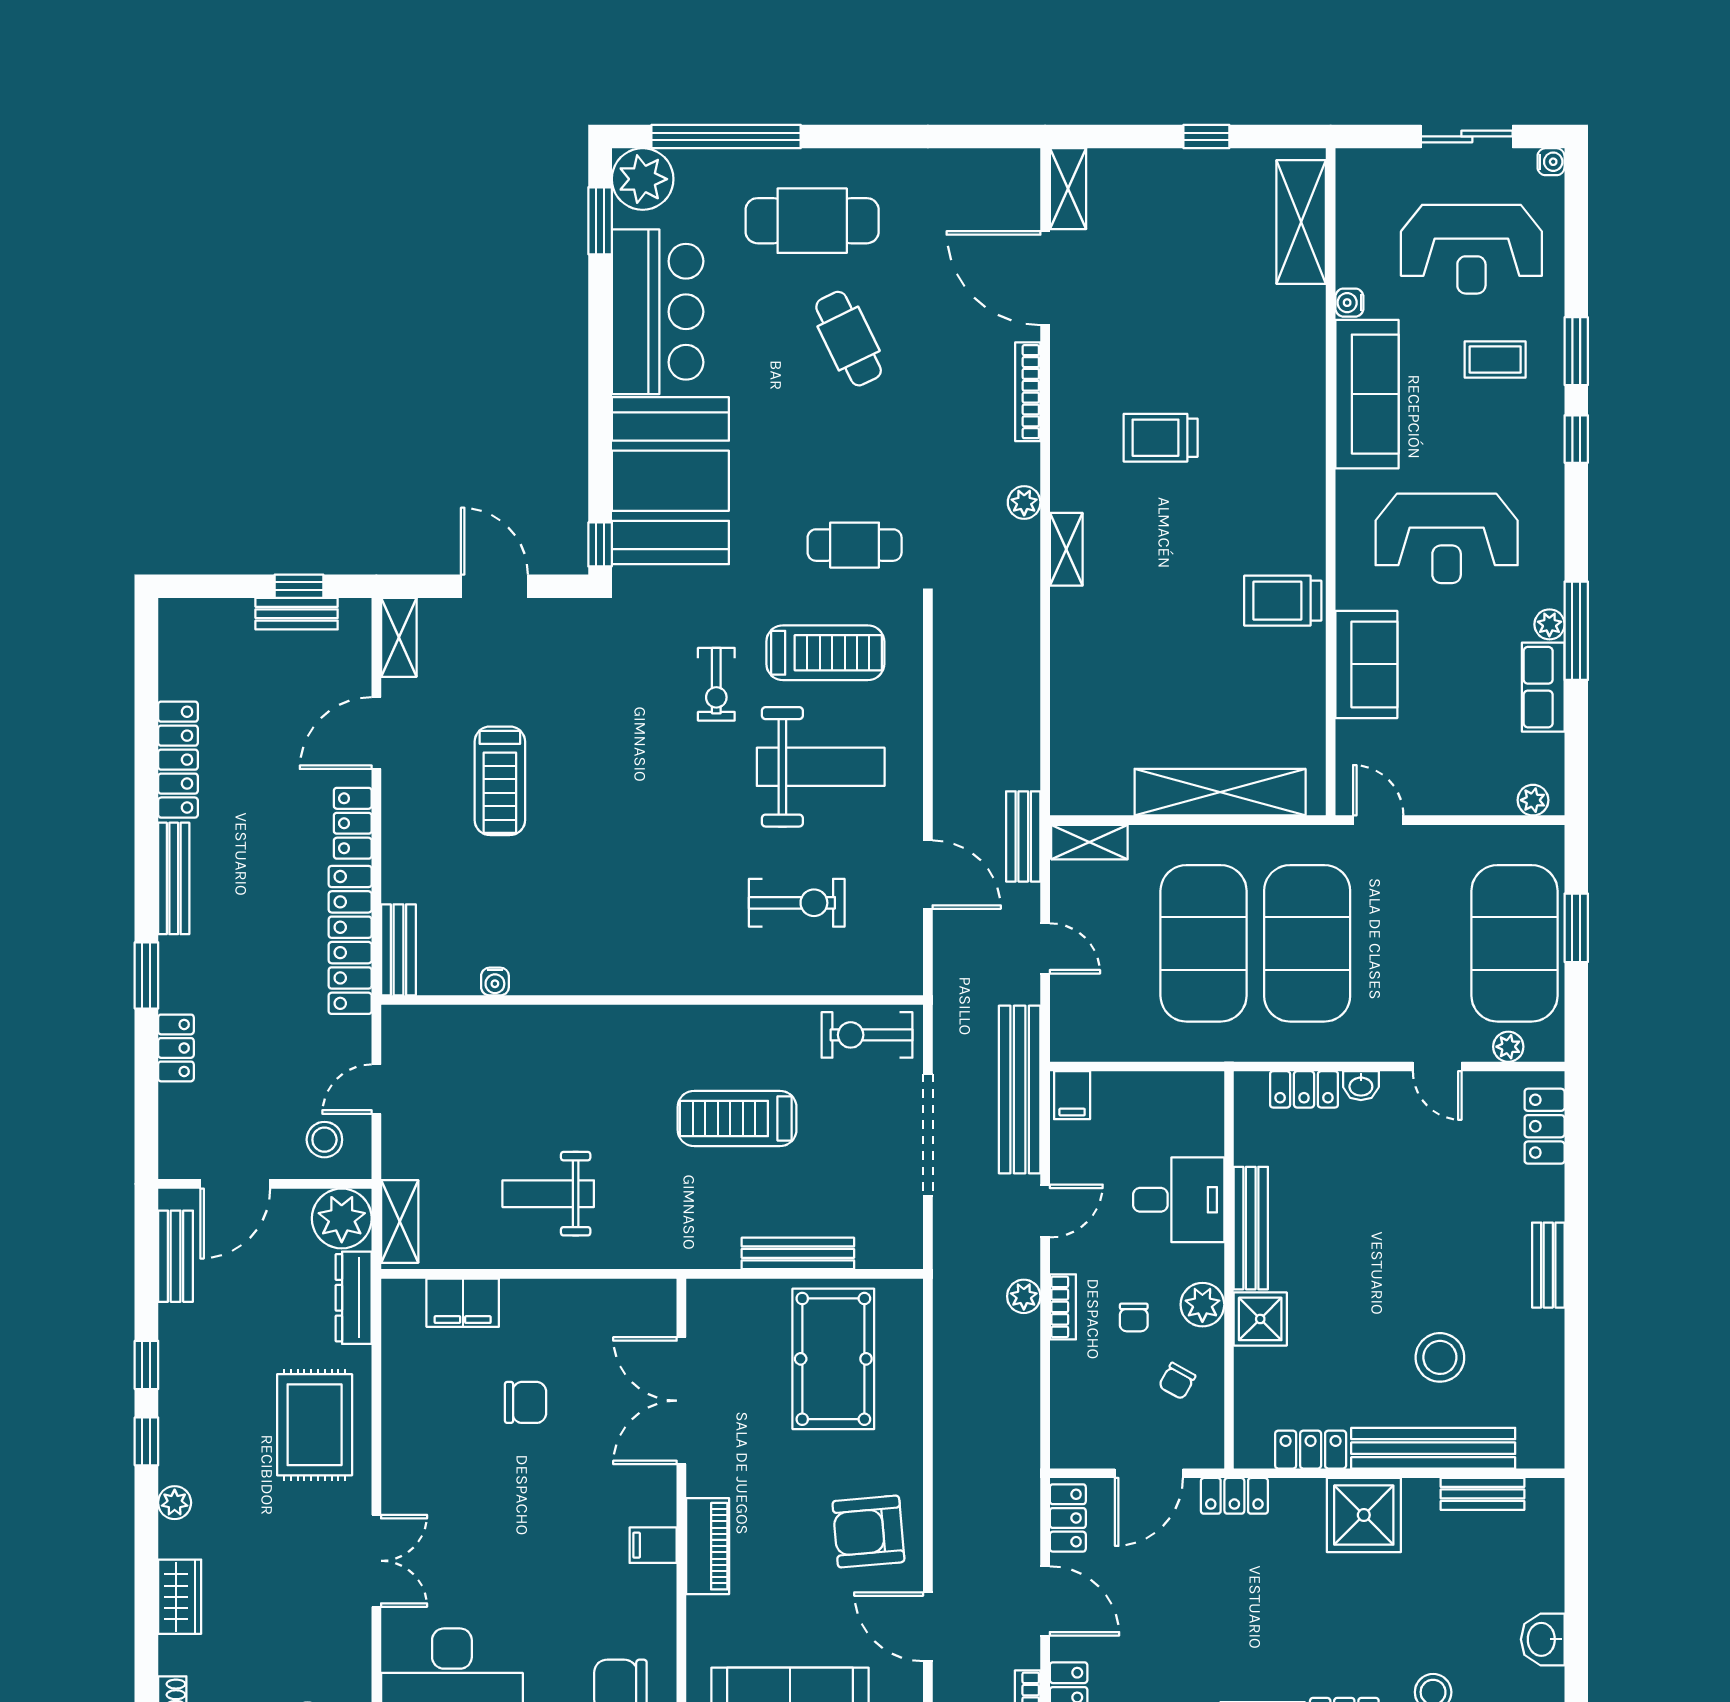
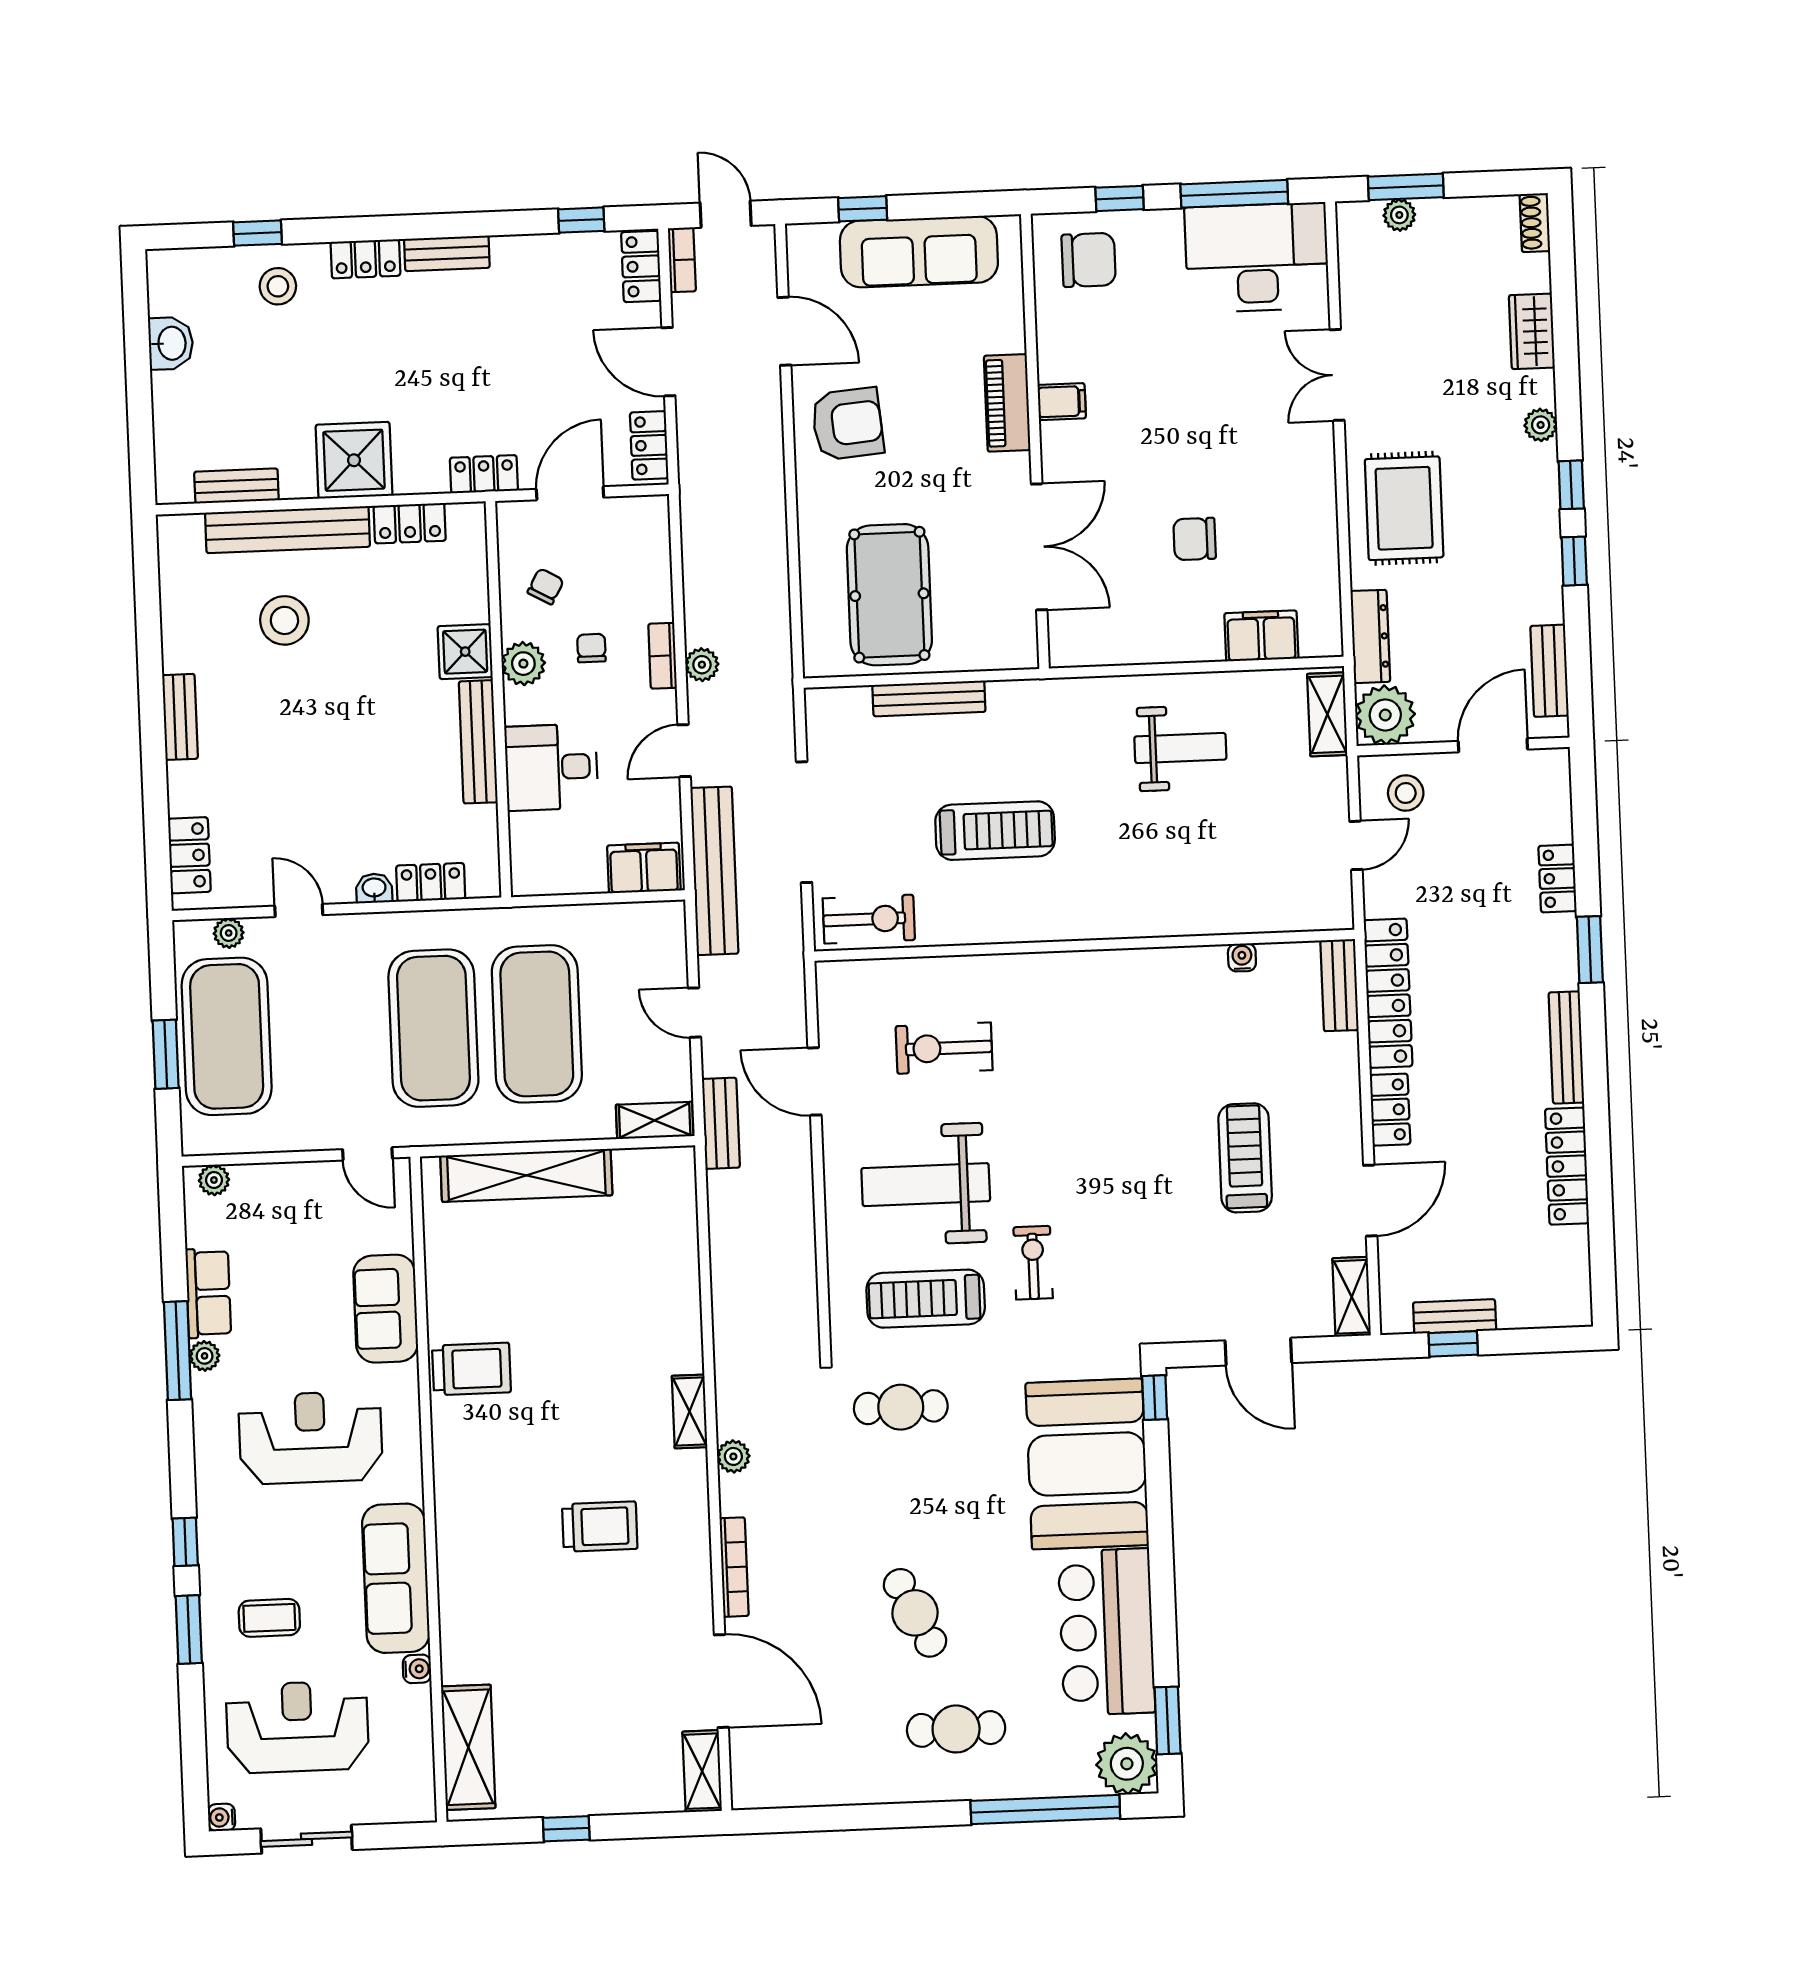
cafe table: (812, 221) -> (956, 1729), width x0.73, depth x0.74
filing cabinet: (1072, 1095) -> (644, 868), width x2.00

